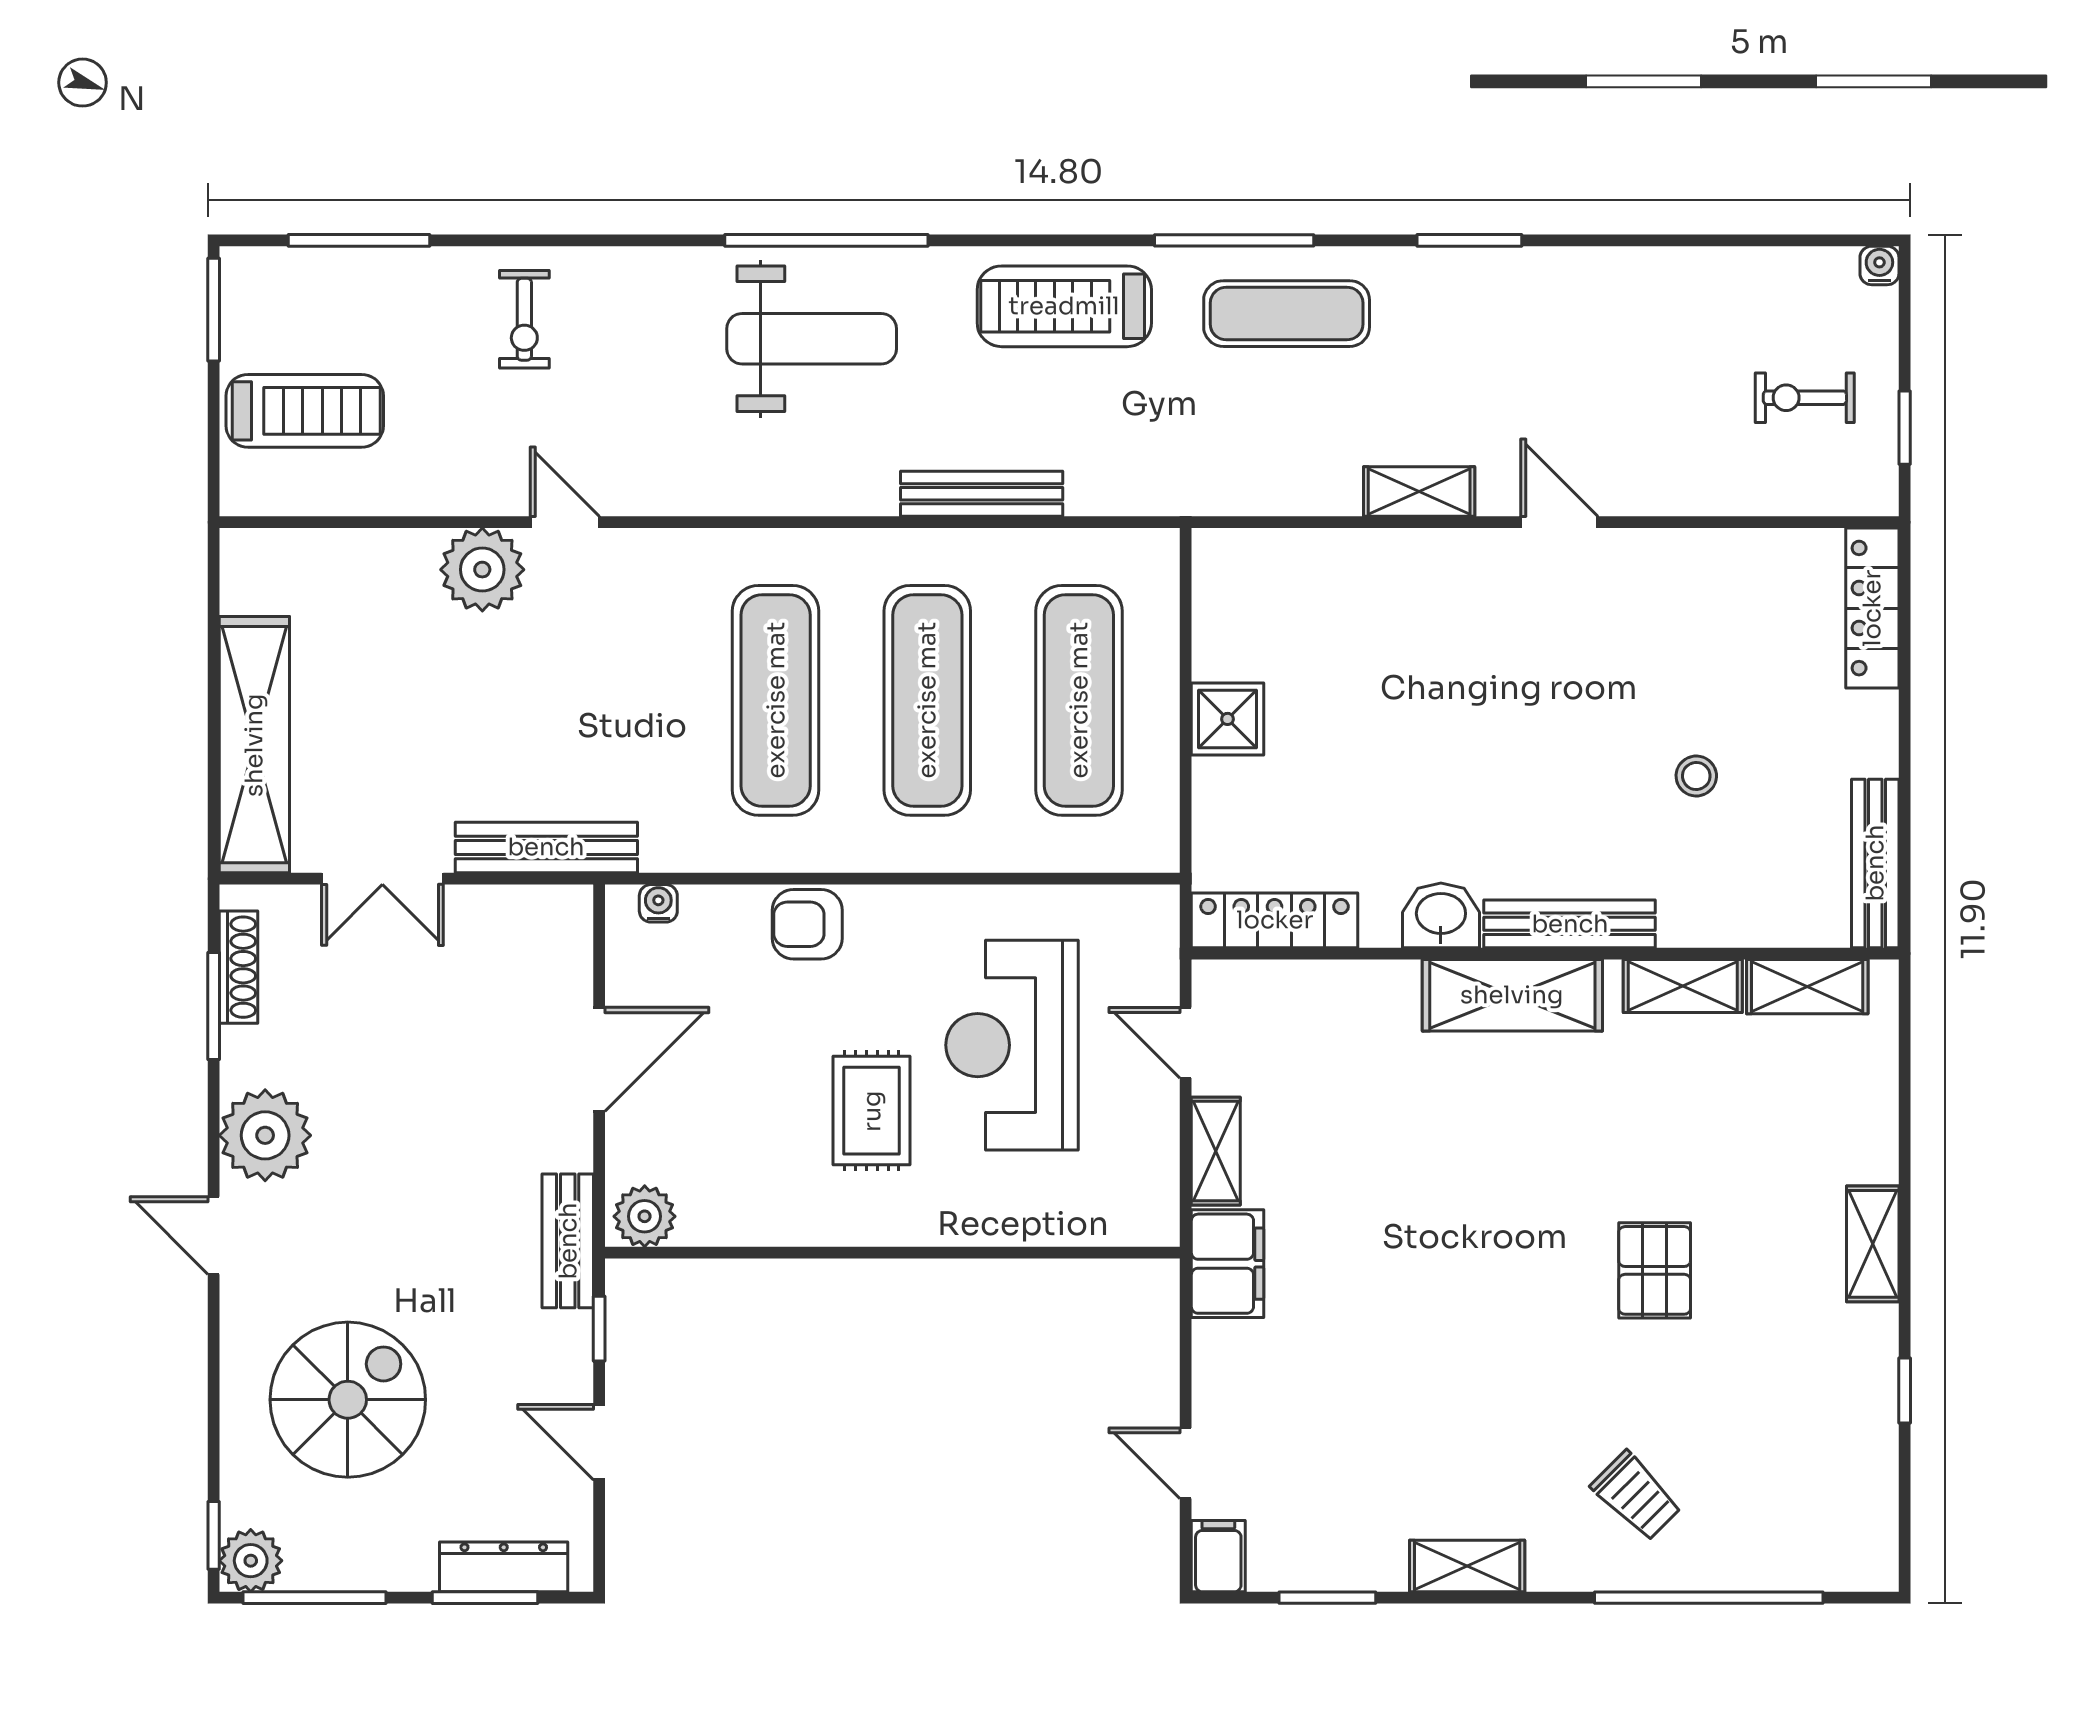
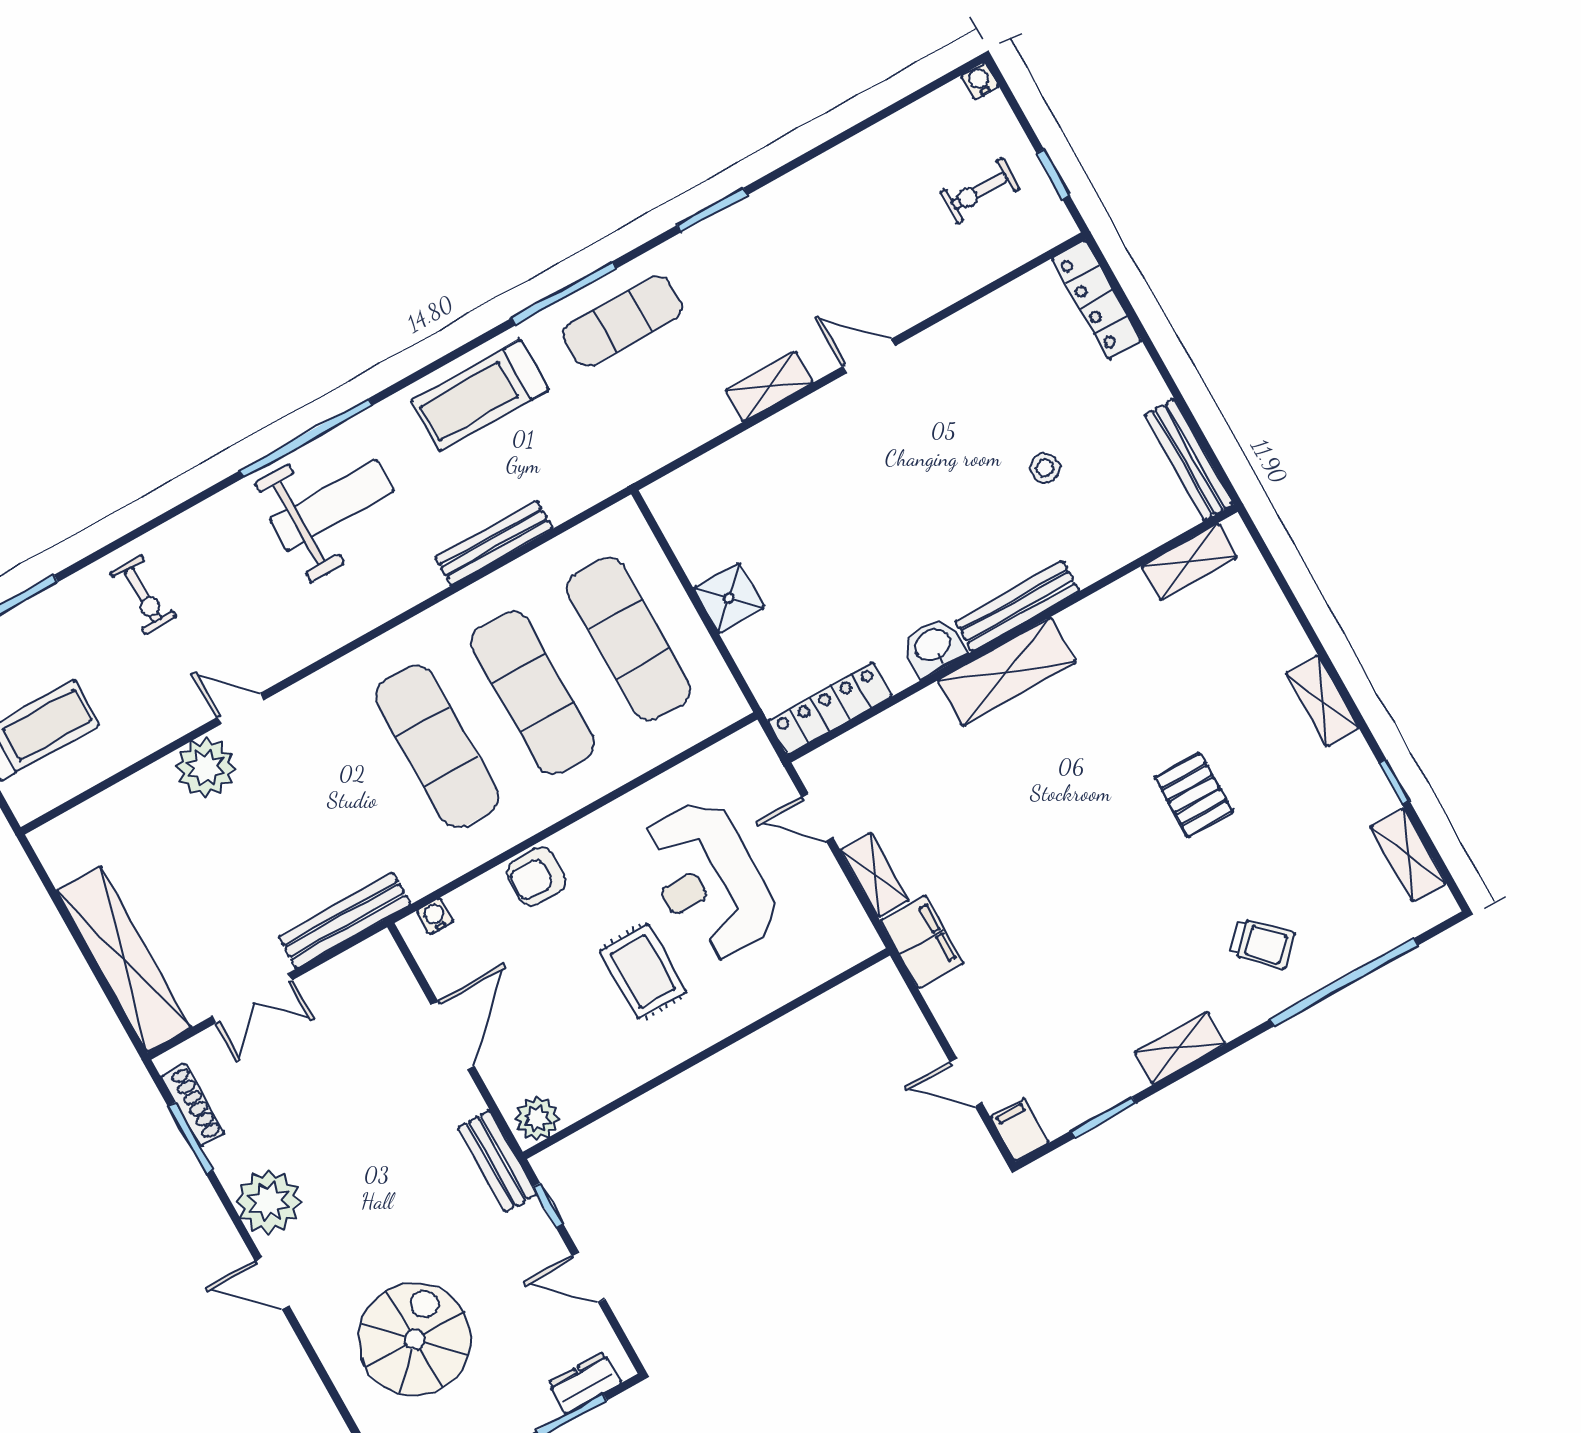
shelving: (1683, 986) -> (1408, 855), moved, turned 90
dresser: (504, 1567) -> (585, 1383), width x0.70

